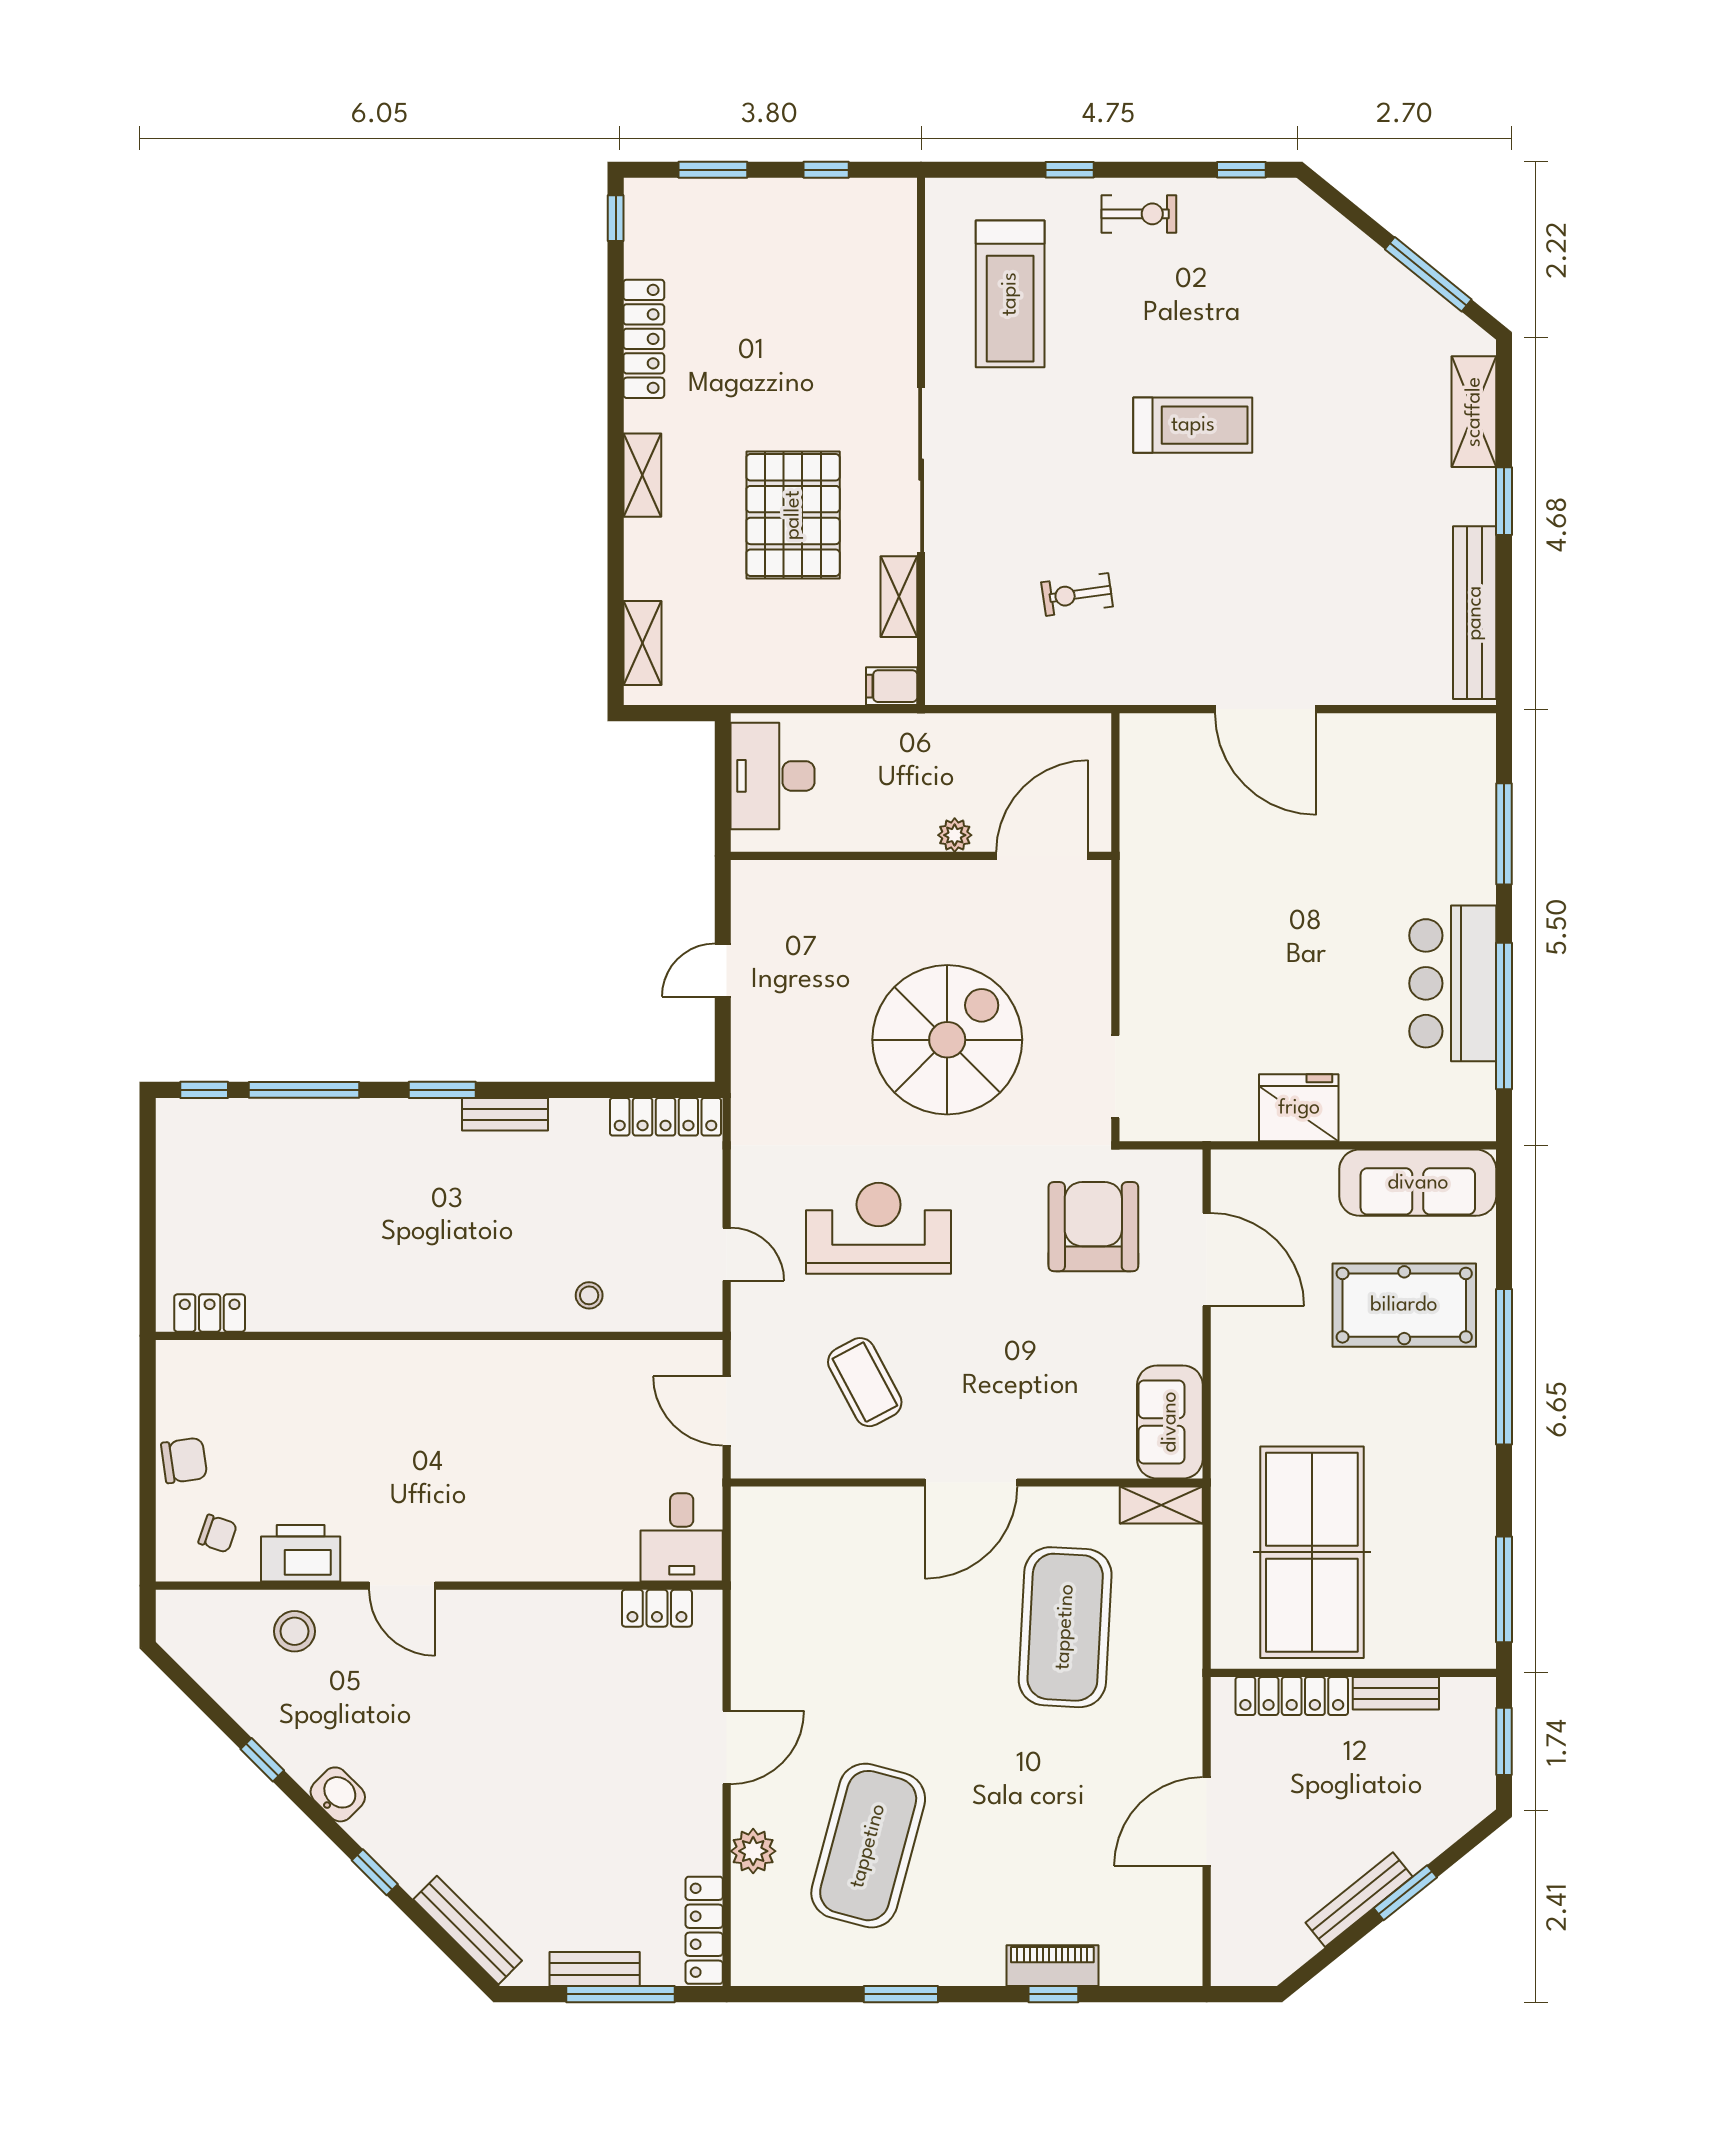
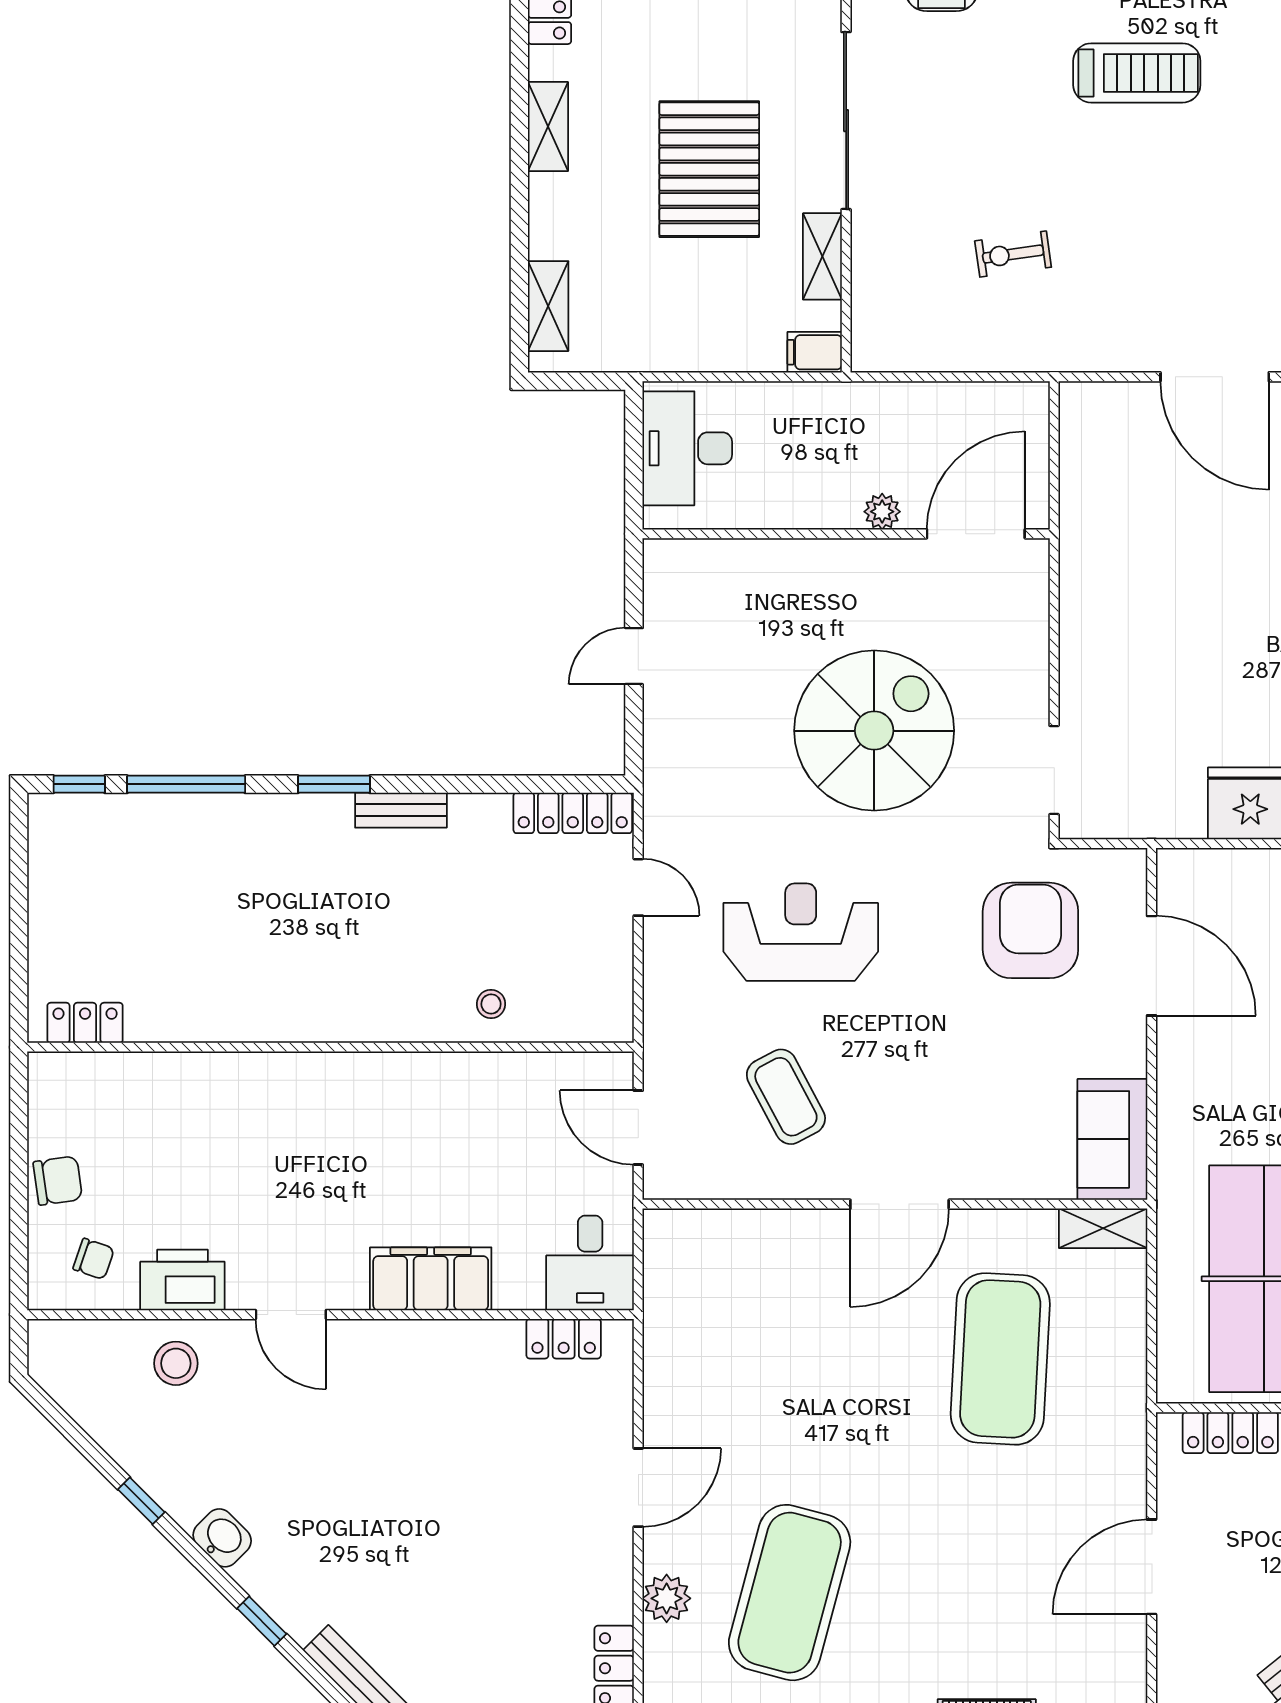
door: (727, 1254) -> (638, 887), moved
filing cabinet: (533, 1552) -> (431, 1279), added

